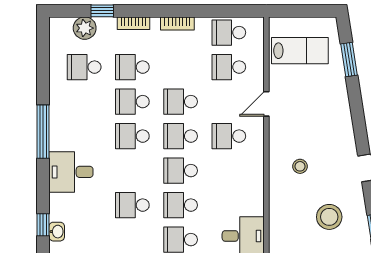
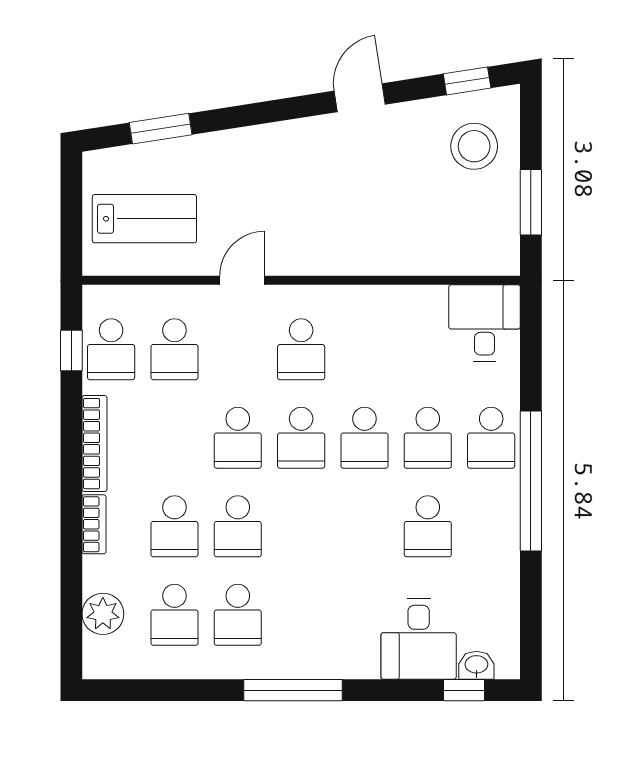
window: (102, 11) -> (71, 351), moved
bookcase: (177, 23) -> (94, 444), width x1.56
lab bench: (300, 51) -> (144, 219), turned 90
door: (266, 104) -> (242, 280), swing flipped
school desk: (132, 136) -> (238, 615), moved
stool: (300, 166) -> (357, 219), removed
desk: (71, 172) -> (419, 639), moved
stool: (329, 217) -> (474, 146), moved

